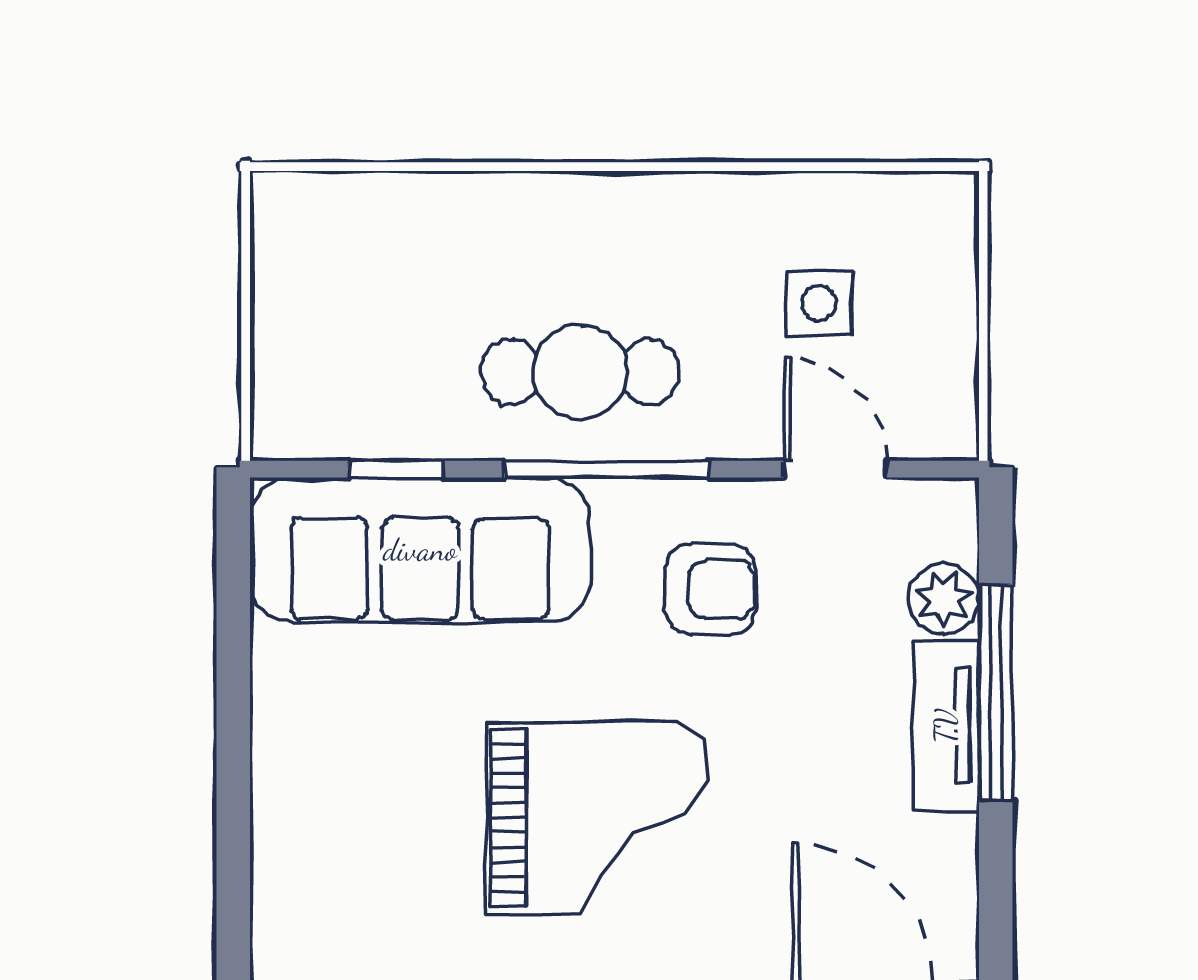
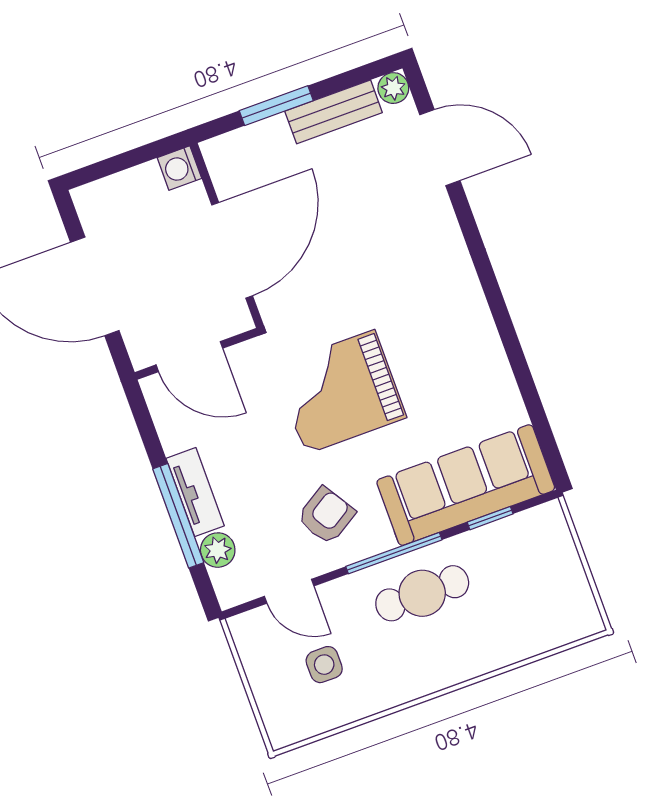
armchair: (711, 589) -> (326, 516), turned 148

